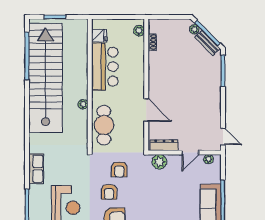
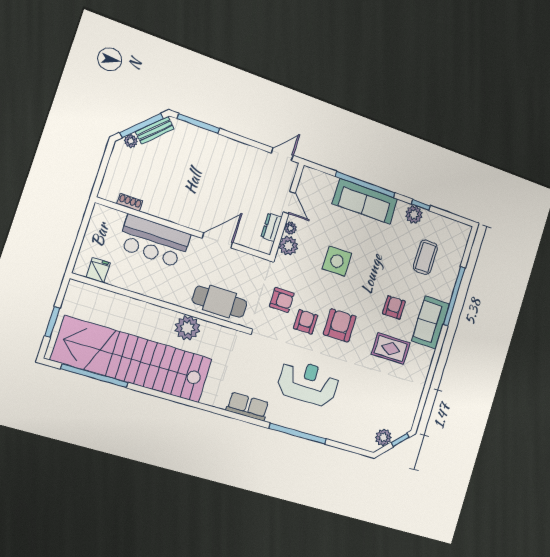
plant: (139, 31) -> (109, 215), removed
bar counter: (105, 67) -> (154, 241), moved, turned 180
plant: (83, 104) -> (187, 328), width x1.88, depth x1.88
dresser: (164, 145) -> (271, 227), width x0.70
plant: (208, 159) -> (290, 228), moved
armchair: (109, 192) -> (306, 322), turned -90
side table: (160, 201) -> (337, 261), added

